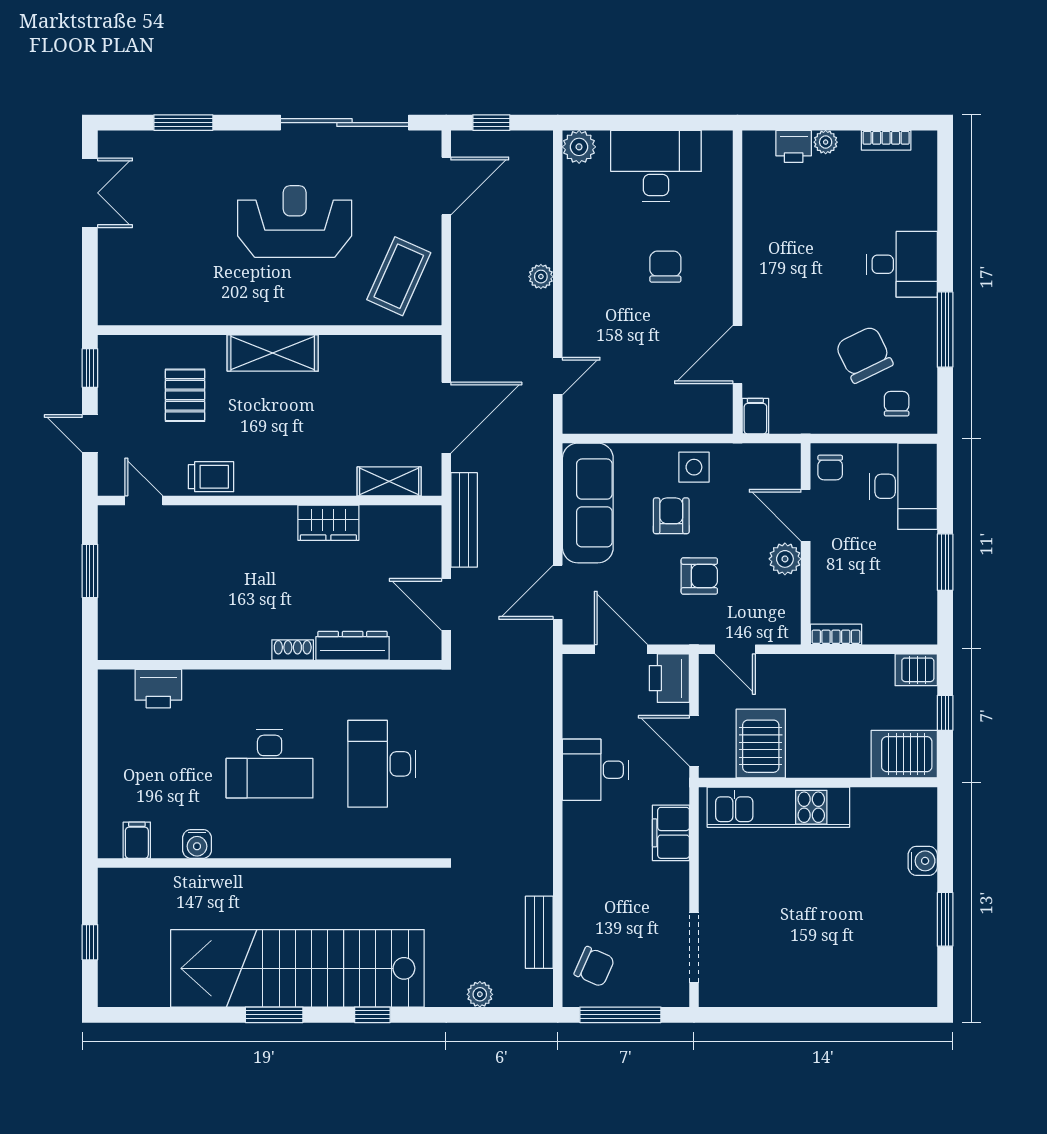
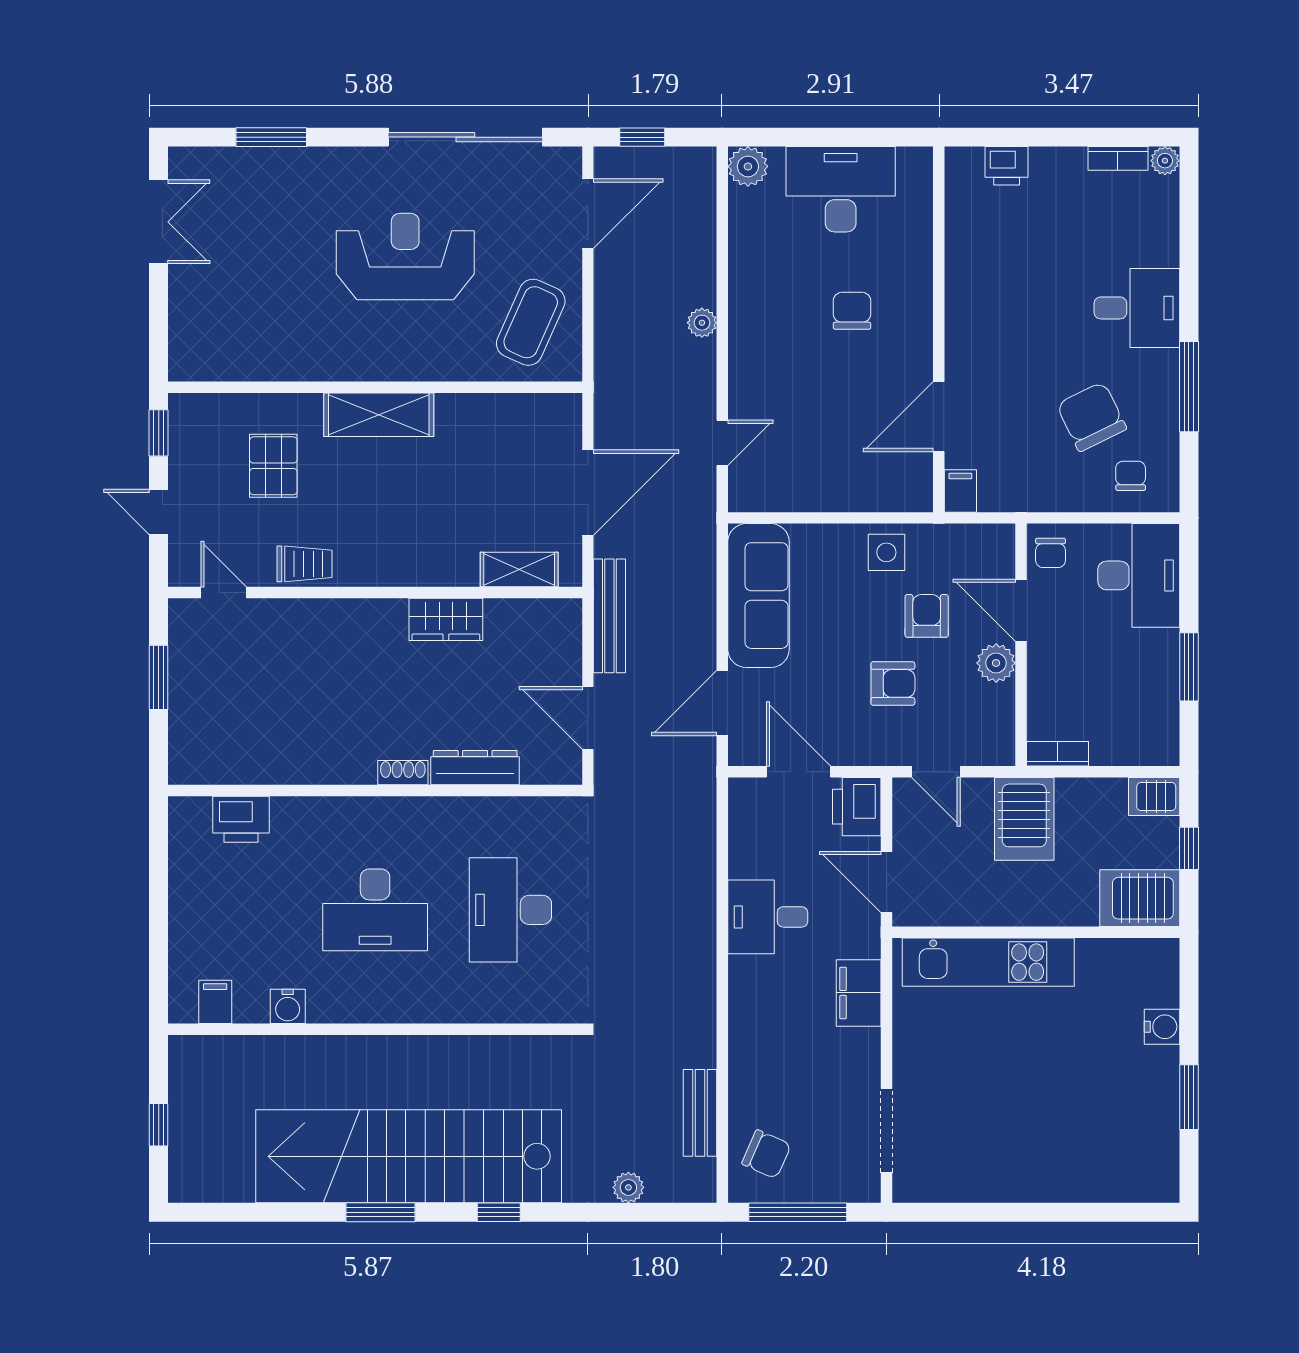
plant: (826, 142) -> (1165, 161), moved
armchair: (671, 516) -> (927, 616), moved
server rack: (761, 743) -> (1024, 819), moved, turned 180

